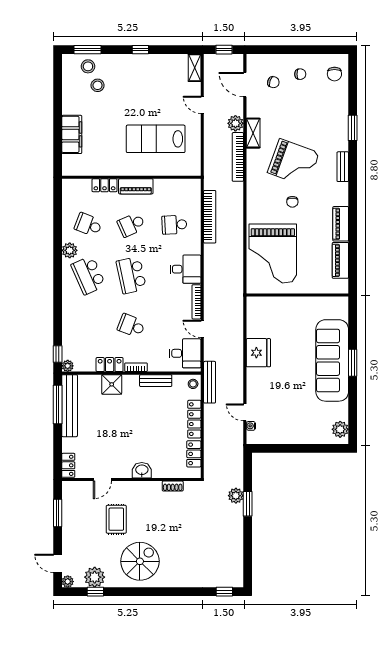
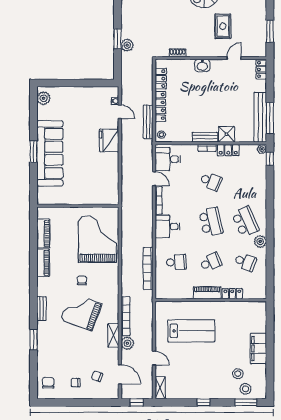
filing cabinet: (72, 134) -> (258, 349), moved
fridge: (258, 353) -> (109, 140), moved
bench: (156, 381) -> (205, 137), moved
bench: (210, 382) -> (148, 122), moved

